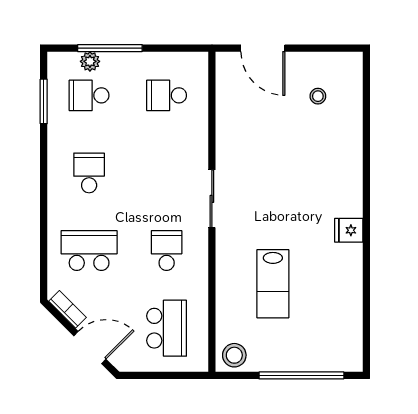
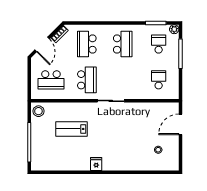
plant: (90, 61) -> (174, 29), moved
school desk: (89, 173) -> (123, 44), width x1.85
school desk: (89, 251) -> (87, 44), turned 180
school desk: (167, 251) -> (87, 80), width x1.85

